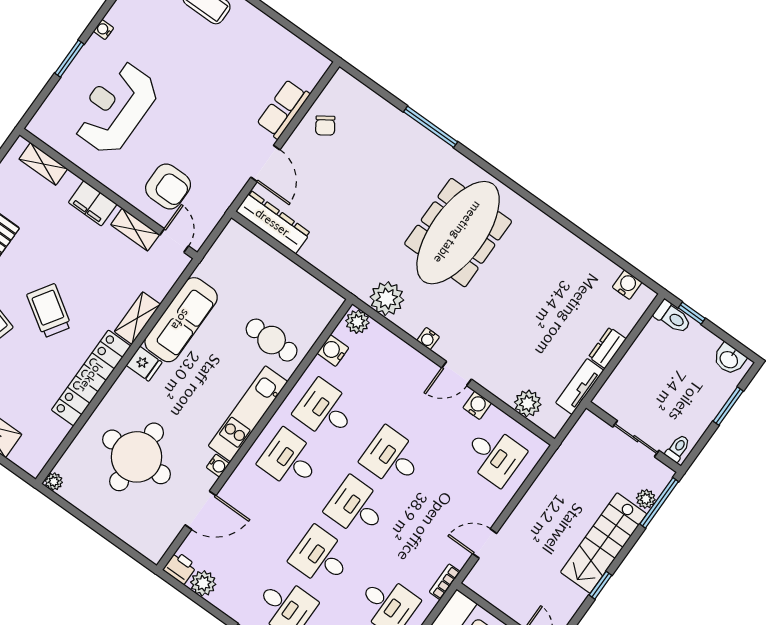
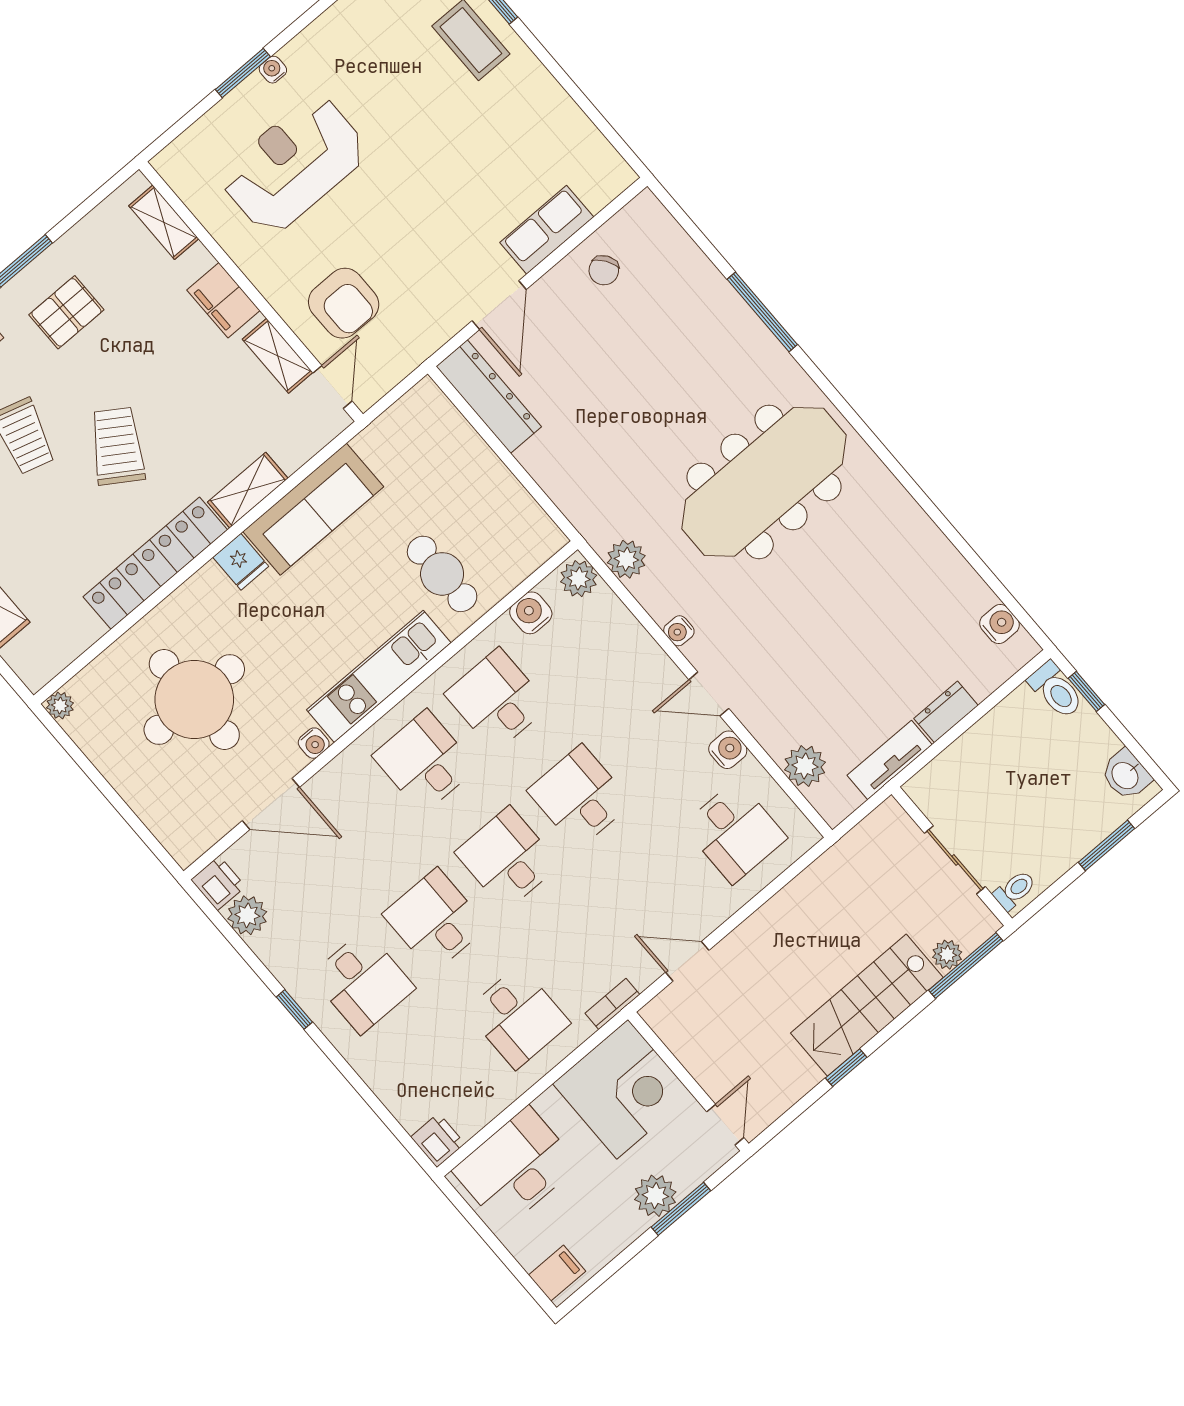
water cooler: (104, 30) -> (273, 70), moved
plant: (387, 299) -> (626, 559), width x0.73, depth x0.73

